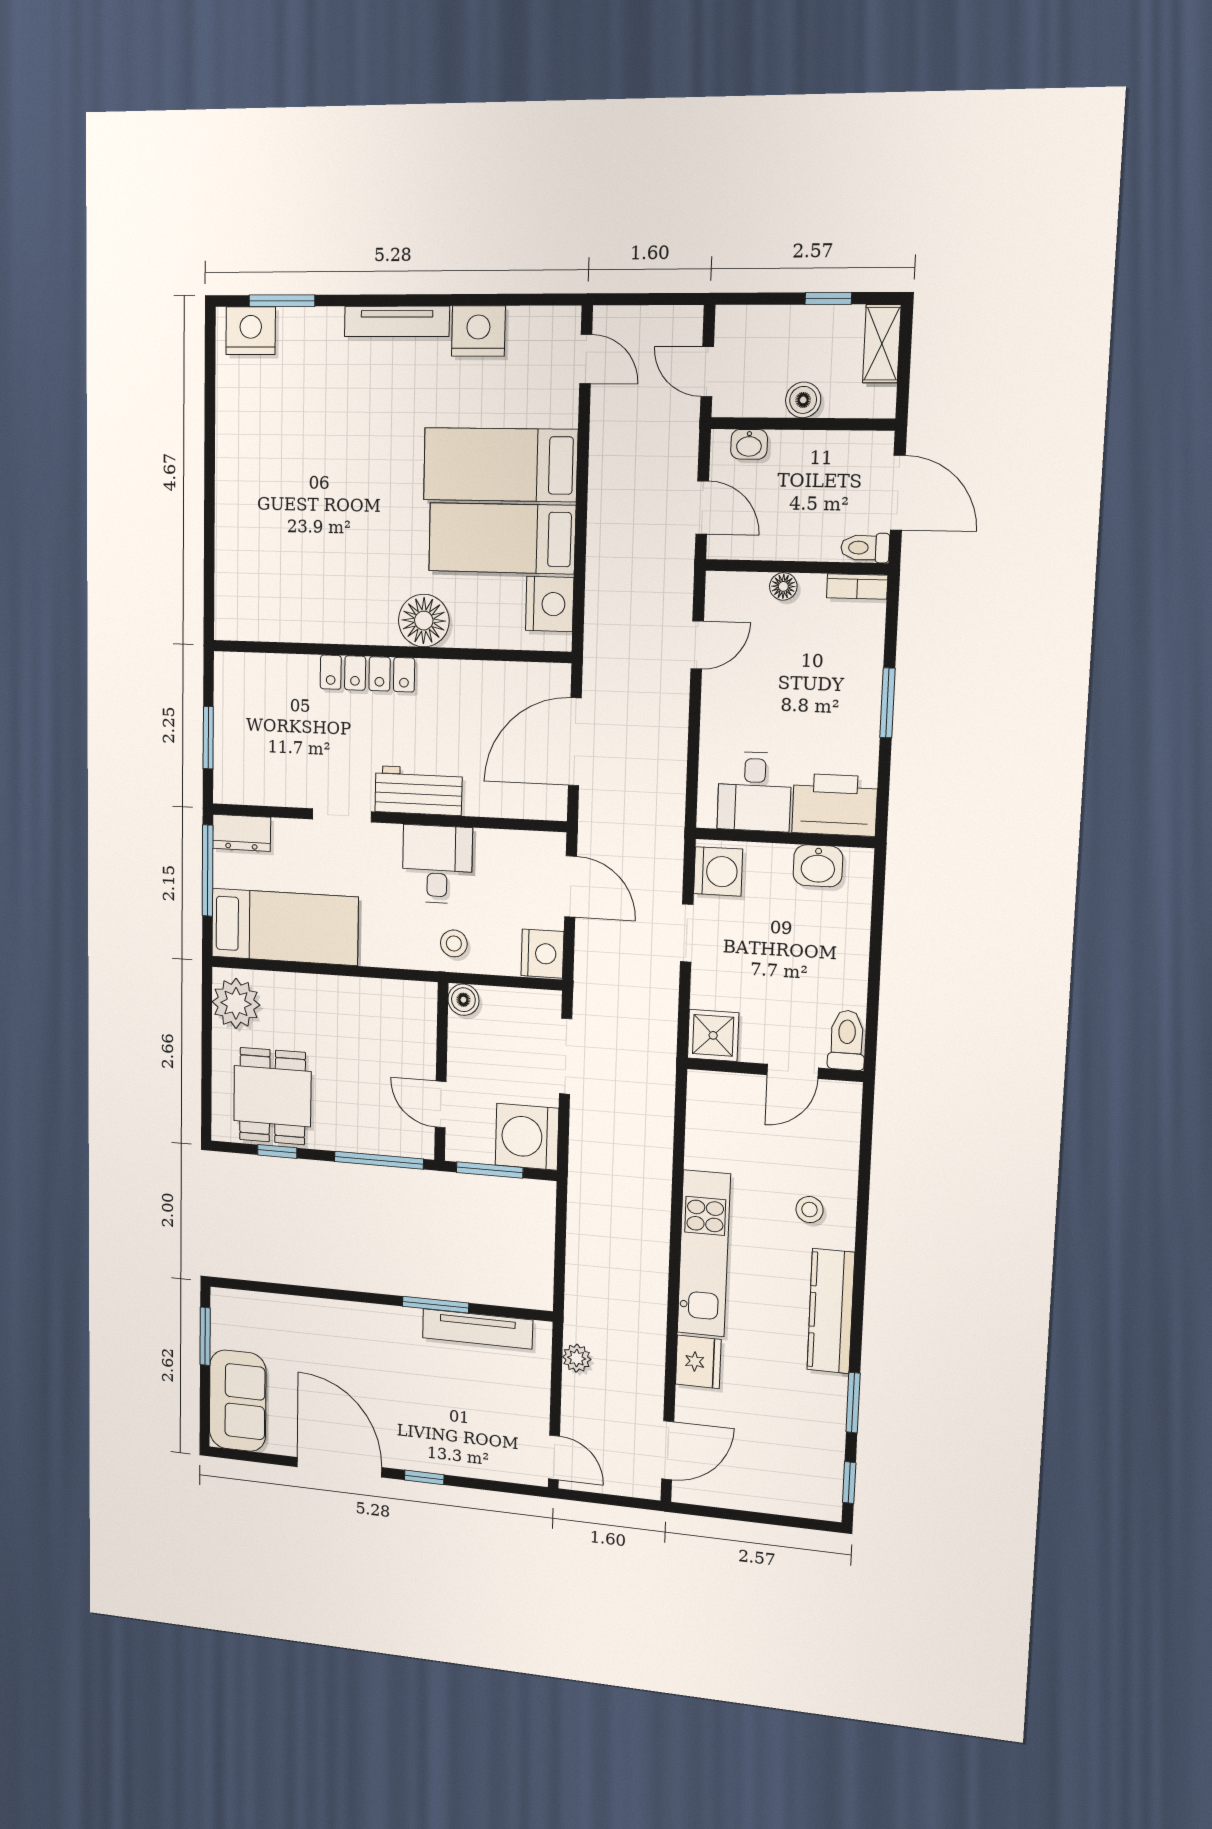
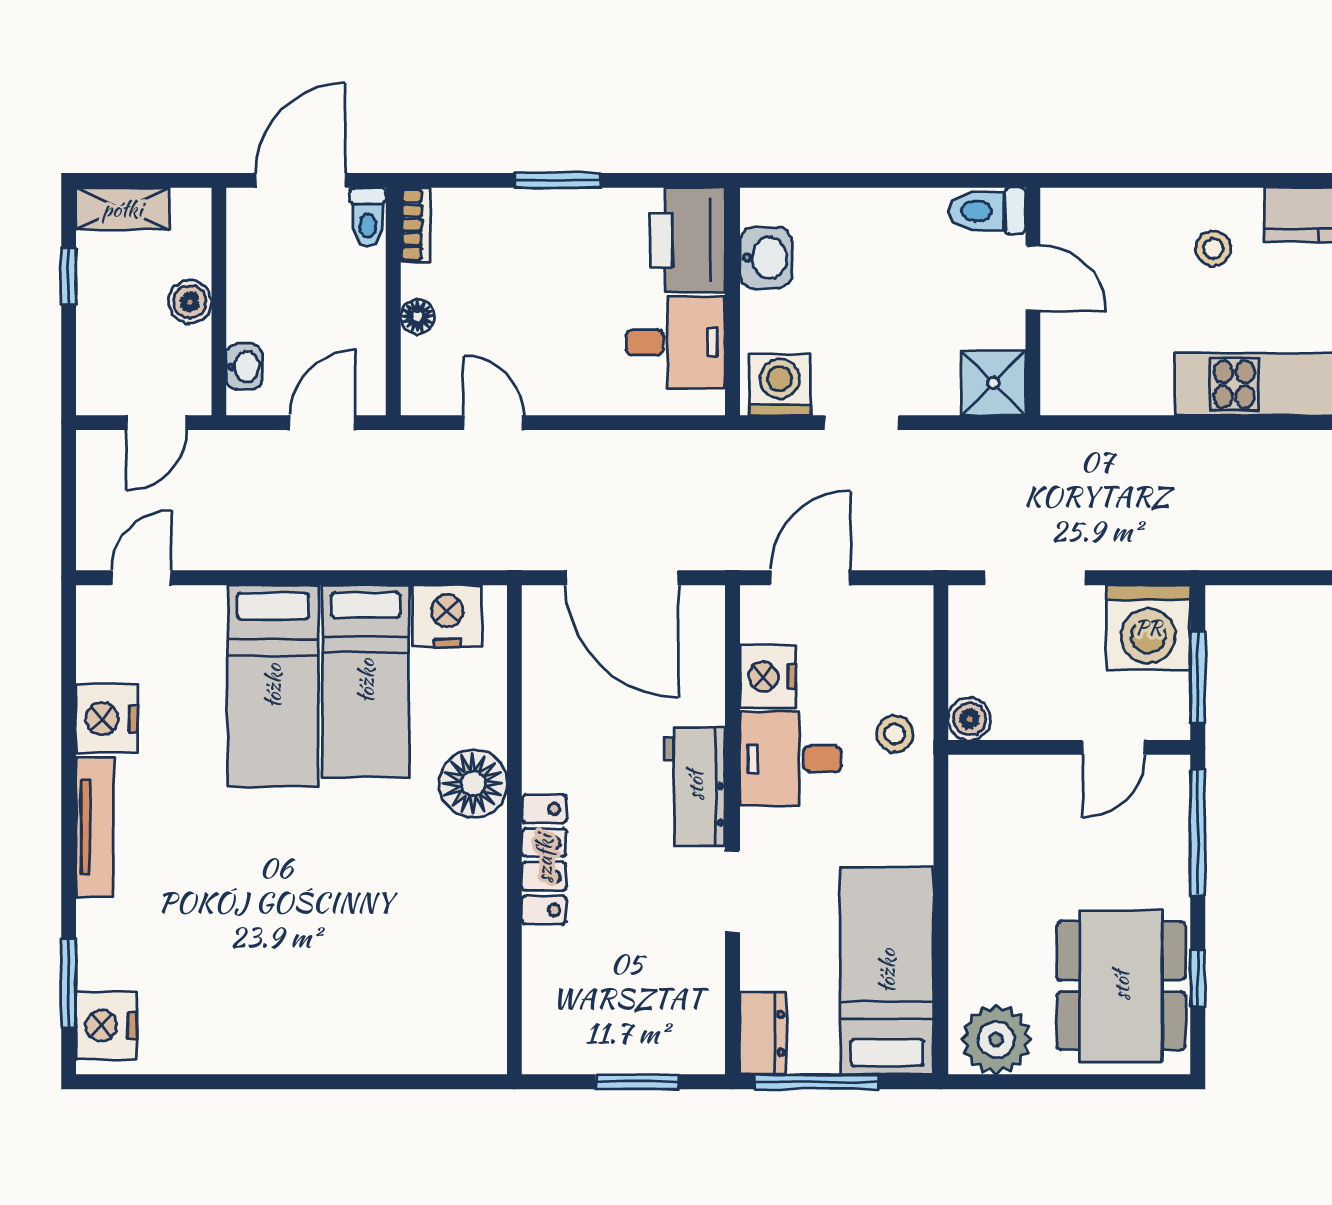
nightstand: (542, 954) -> (768, 676), moved, turned -90
dining table: (272, 1096) -> (1121, 986), width x1.38

